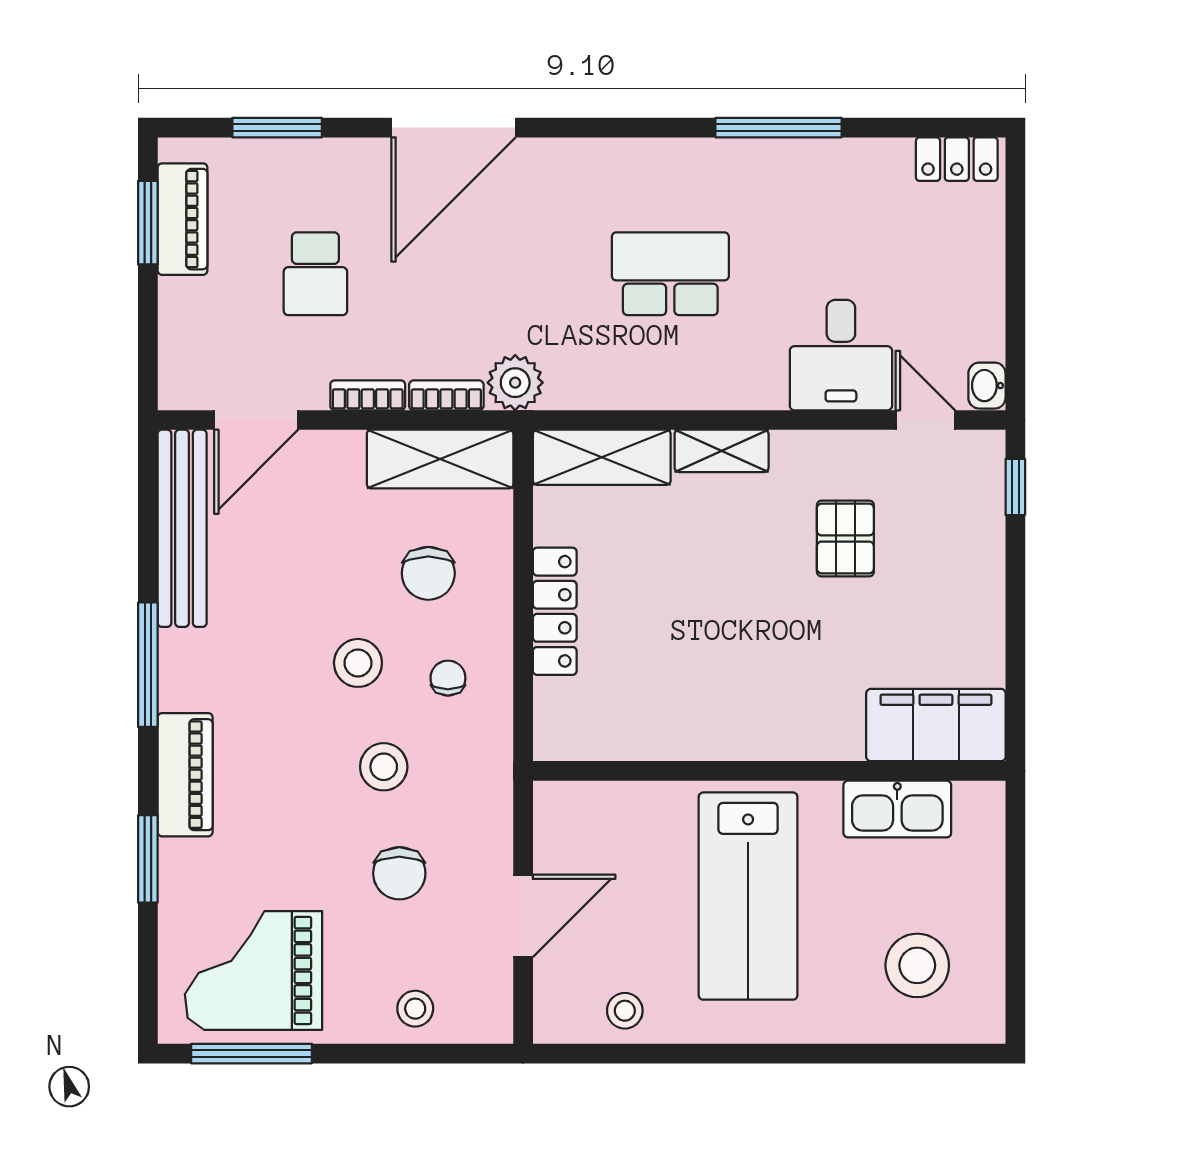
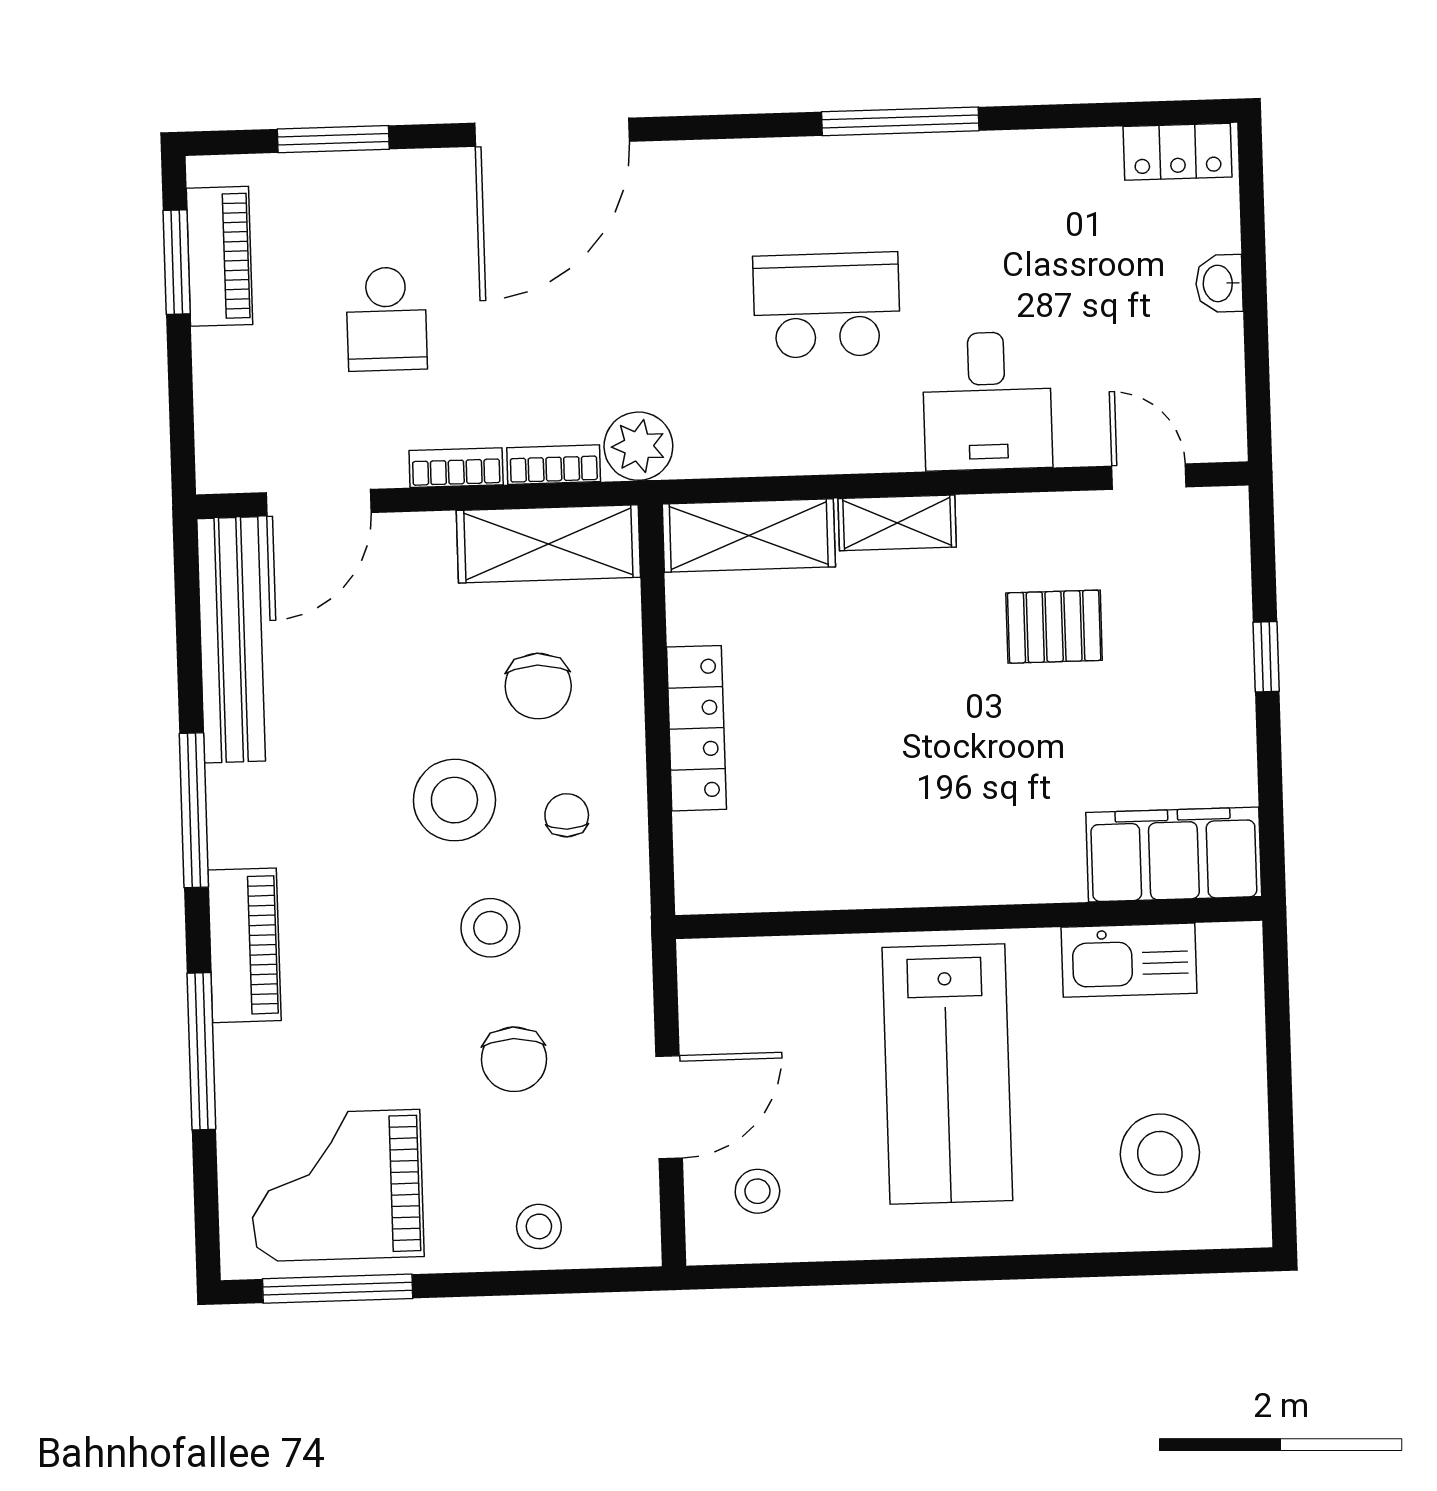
window: (778, 128) -> (900, 121), moved
desk: (841, 355) -> (987, 401), moved
washbasin: (987, 386) -> (1219, 283), moved
window: (1015, 487) -> (1266, 657), moved
pallet: (845, 538) -> (1054, 627), turned 90
stool: (358, 663) -> (454, 800), width x1.38, depth x1.38
window: (148, 859) -> (201, 1051), width x1.44
stool: (625, 1011) -> (757, 1191), moved

